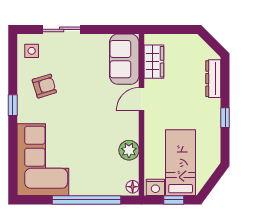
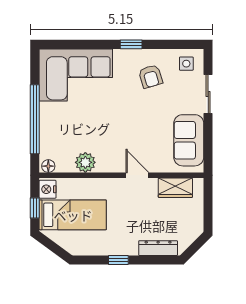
sofa: (124, 59) -> (189, 140), moved, turned -90

